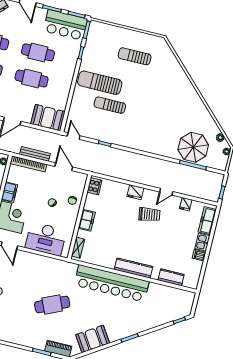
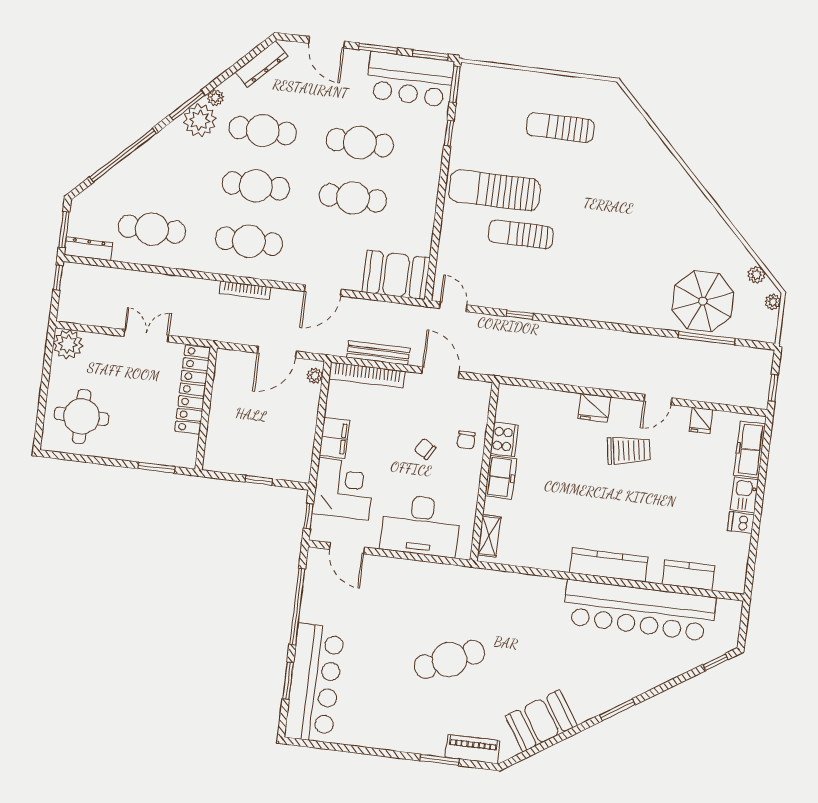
cooker: (94, 186) -> (504, 439), moved
bar counter: (112, 283) -> (639, 610), moved

